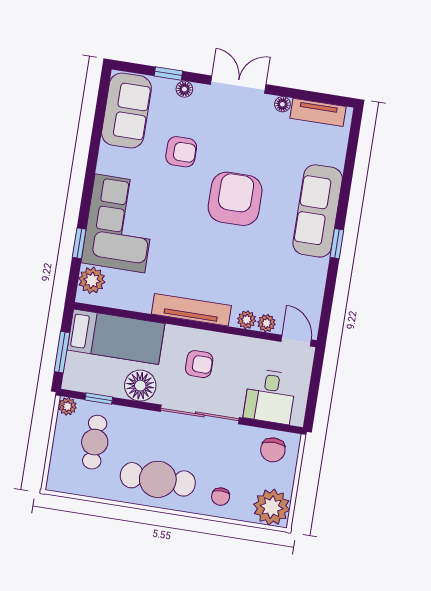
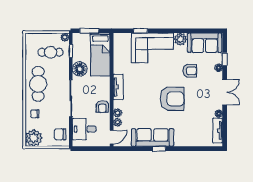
armchair: (181, 152) -> (190, 71), turned -90
sofa: (318, 211) -> (152, 138), moved
plant: (92, 280) -> (181, 39), moved
tv unit: (191, 310) -> (118, 87), width x0.71
armchair: (199, 364) -> (102, 106), moved

